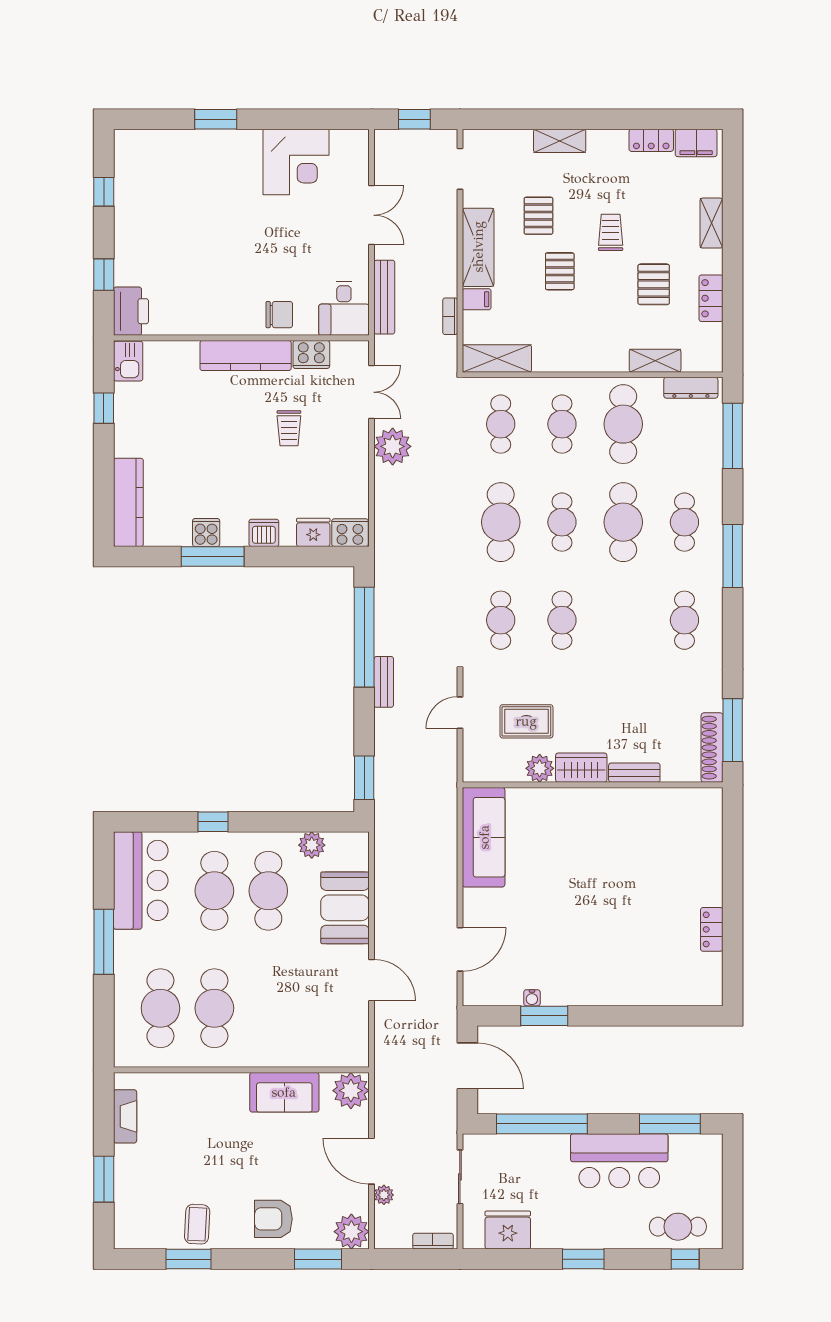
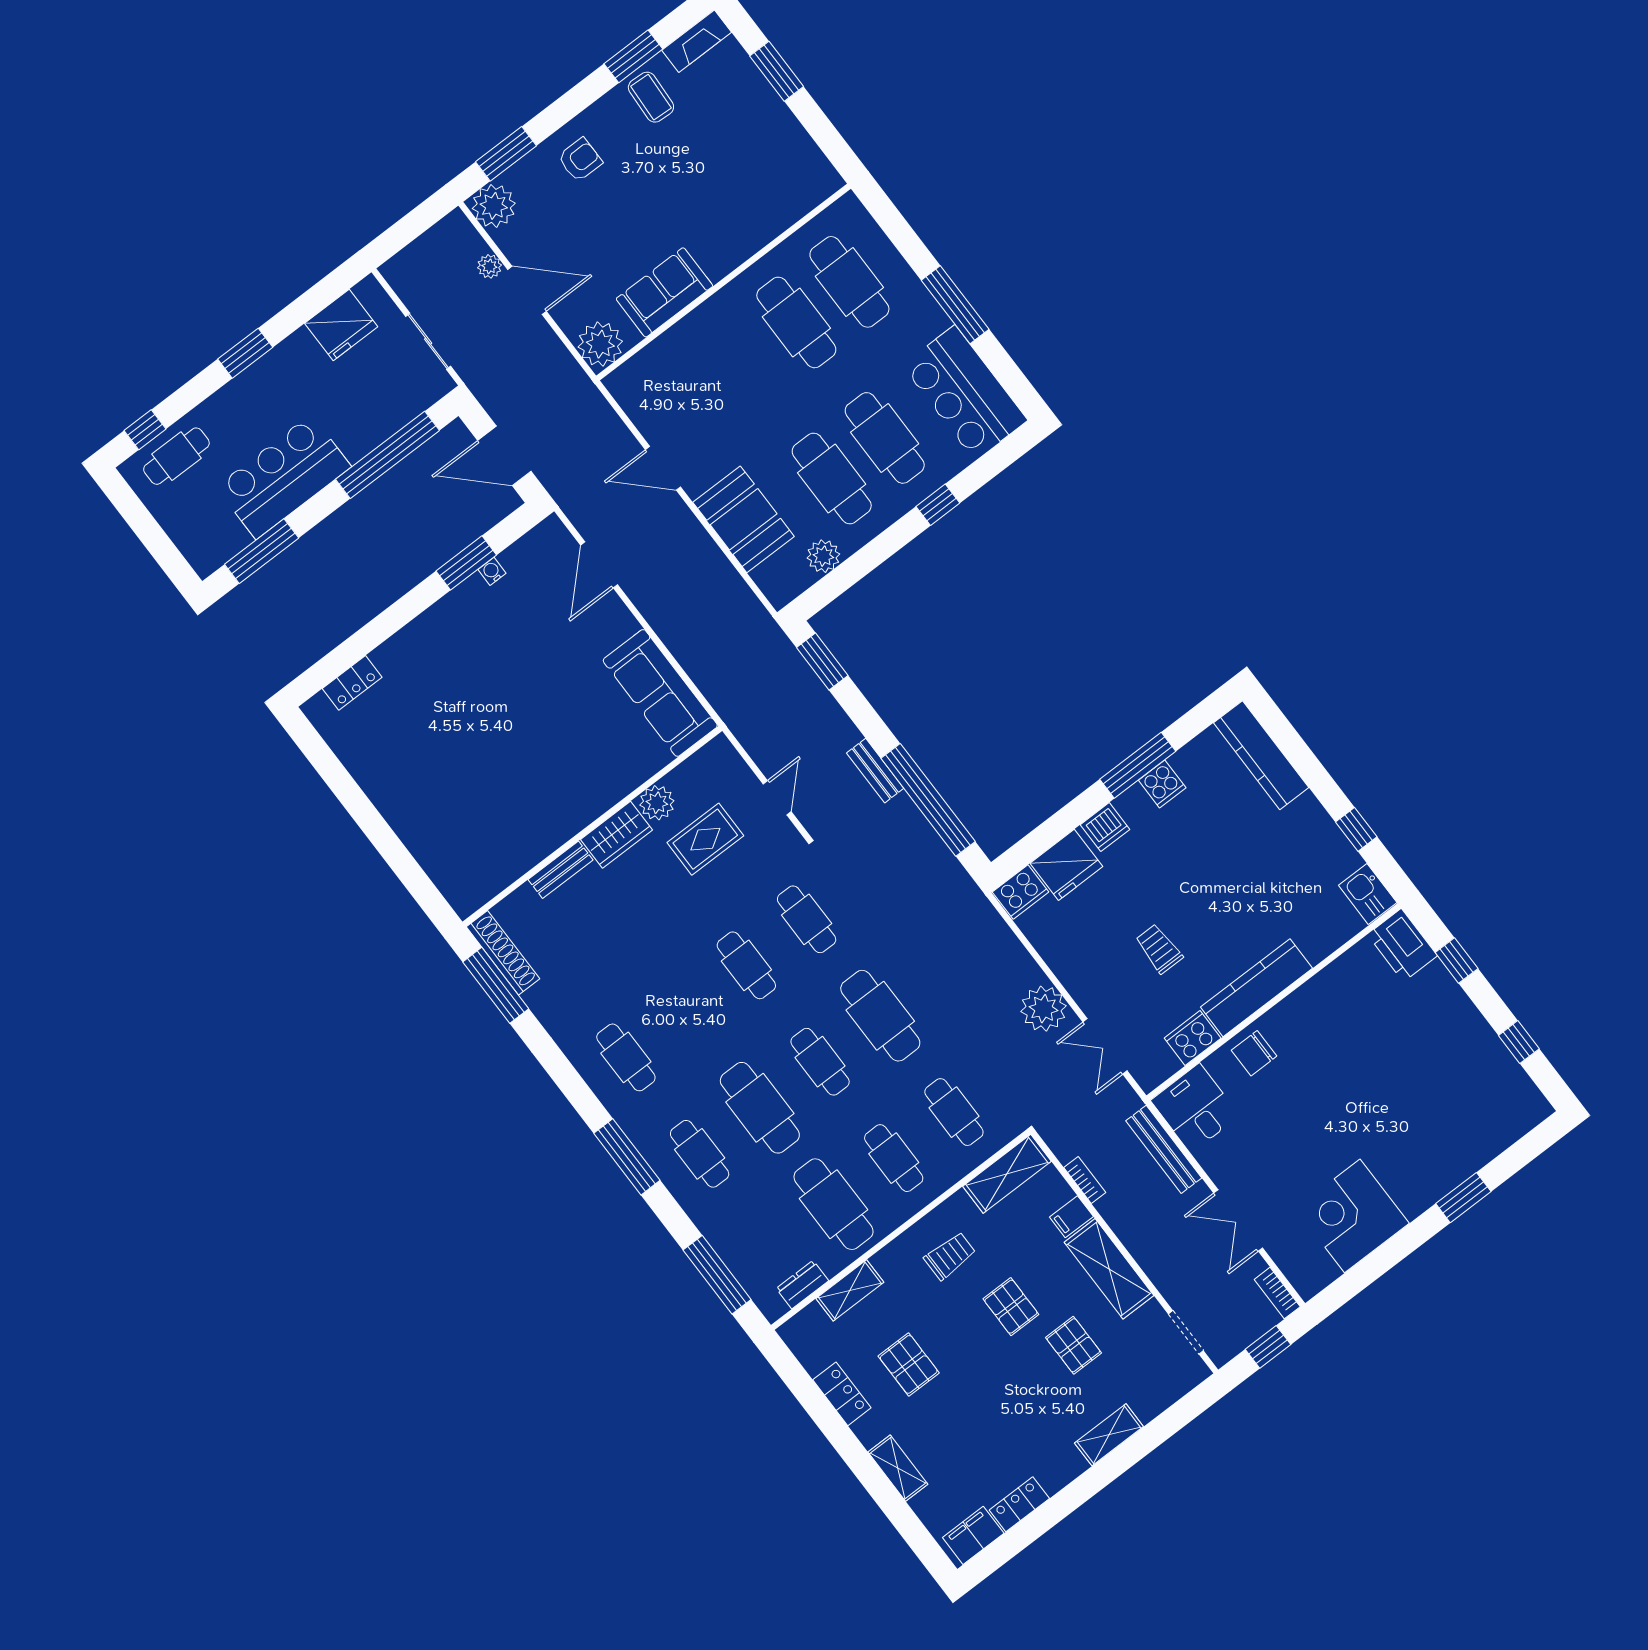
trolley: (611, 232) -> (950, 1256), moved, turned -90
dresser: (691, 388) -> (802, 1285), width x0.70
fridge: (313, 532) -> (1066, 865), width x1.36, depth x1.34
locker: (712, 929) -> (352, 683), moved, turned 90
fireplace: (125, 1116) -> (697, 41), moved, turned -90
armchair: (273, 1219) -> (580, 160), width x0.72, depth x0.72
bookcase: (433, 1241) -> (1277, 1293), moved, turned 90

